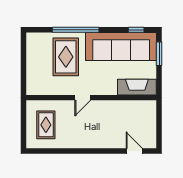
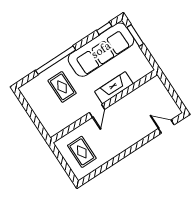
rug: (66, 57) -> (62, 87), width x0.73, depth x0.70
fireplace: (137, 87) -> (114, 88), moved

